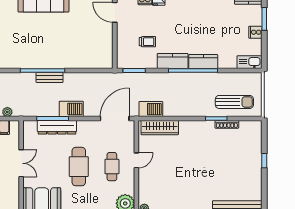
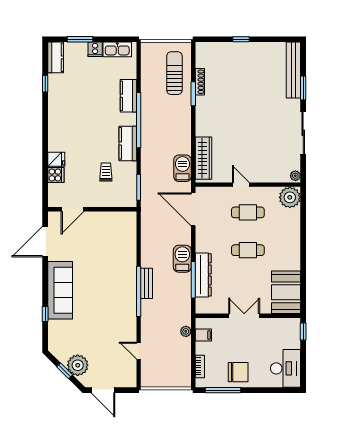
kitchen counter: (203, 62) -> (128, 96), moved
kitchen sink: (249, 62) -> (117, 49), moved, turned -90
cafe table: (79, 167) -> (248, 250), width x0.73, depth x0.74

